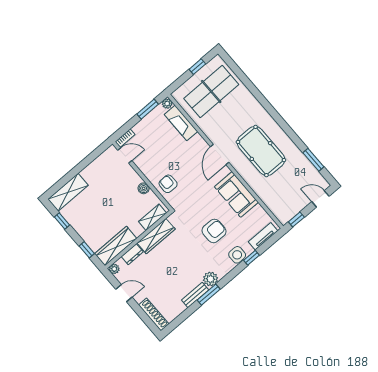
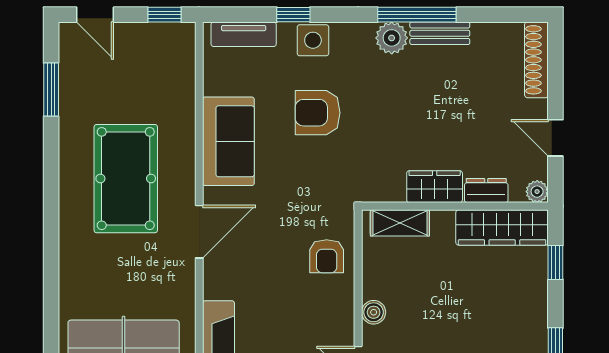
boiler: (144, 188) -> (374, 312), moved
wardrobe: (156, 236) -> (435, 187), width x0.67
window: (209, 295) -> (417, 15), width x1.44

